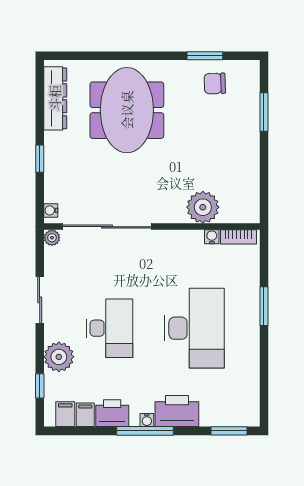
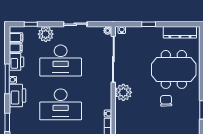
chair: (215, 83) -> (166, 101), moved
plant: (203, 207) -> (123, 92), moved
desk: (110, 328) -> (61, 60), width x1.36, depth x1.30

